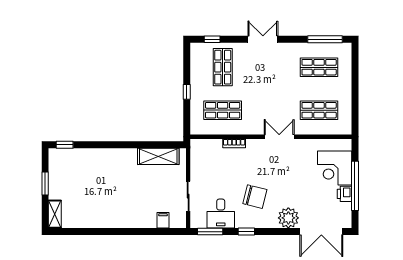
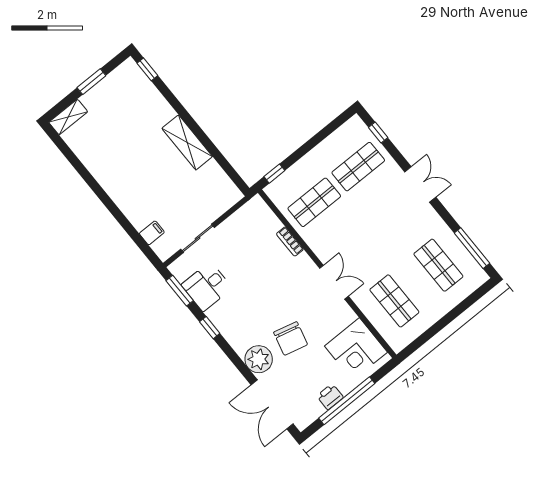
window: (187, 92) -> (274, 174), moved
shop shelf: (223, 110) -> (314, 202), turned 90
shelving: (158, 156) -> (187, 142), moved
corner desk: (335, 168) -> (356, 349), moved, turned -90
chair: (255, 197) -> (291, 338), moved

